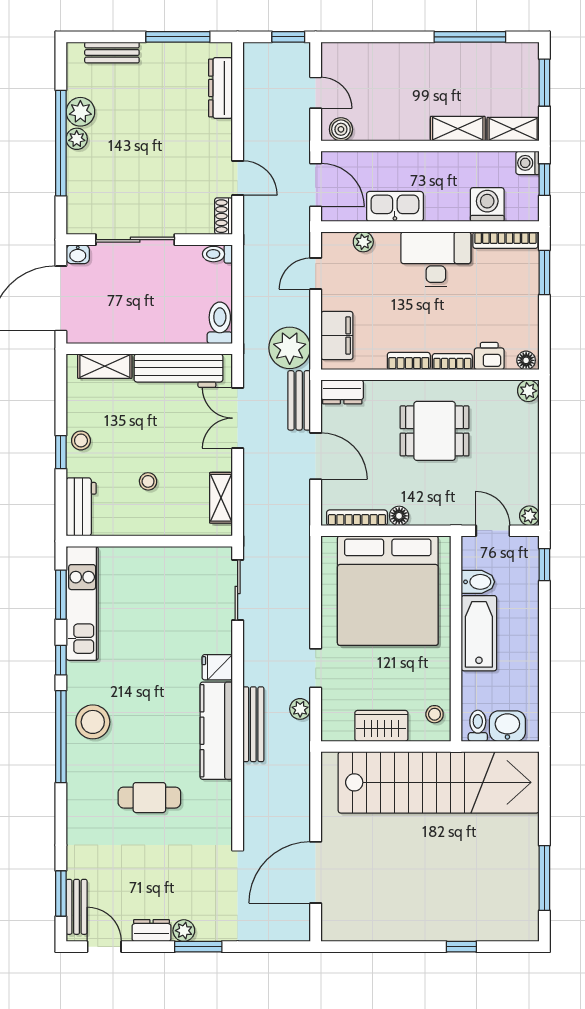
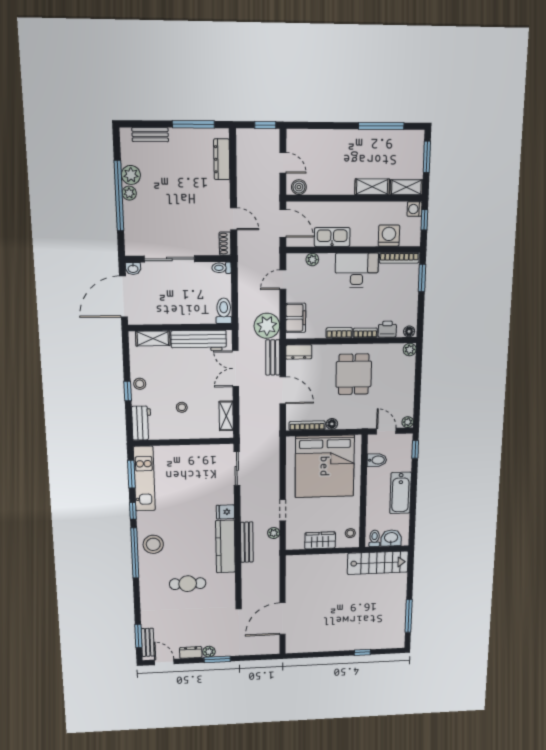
dining table: (435, 431) -> (354, 374), turned 90
bathtub: (479, 633) -> (400, 493), moved, turned 180
stairs: (439, 782) -> (378, 563), width x0.54, depth x0.66

